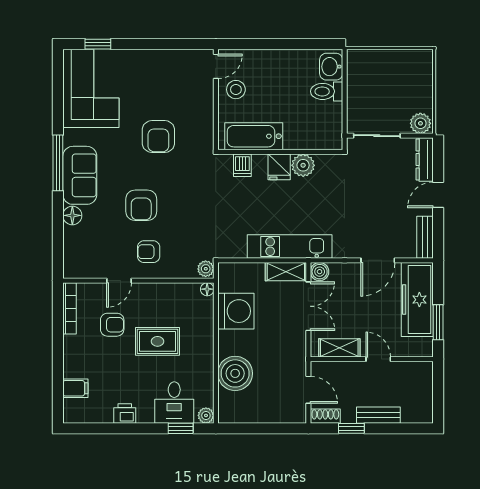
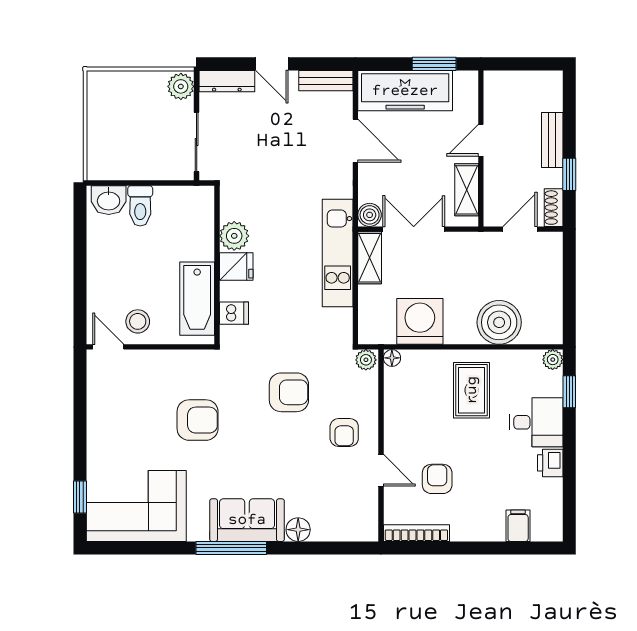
armchair: (141, 205) -> (289, 392), moved
rug: (157, 341) -> (472, 390), moved
desk: (174, 403) -> (536, 422), moved

